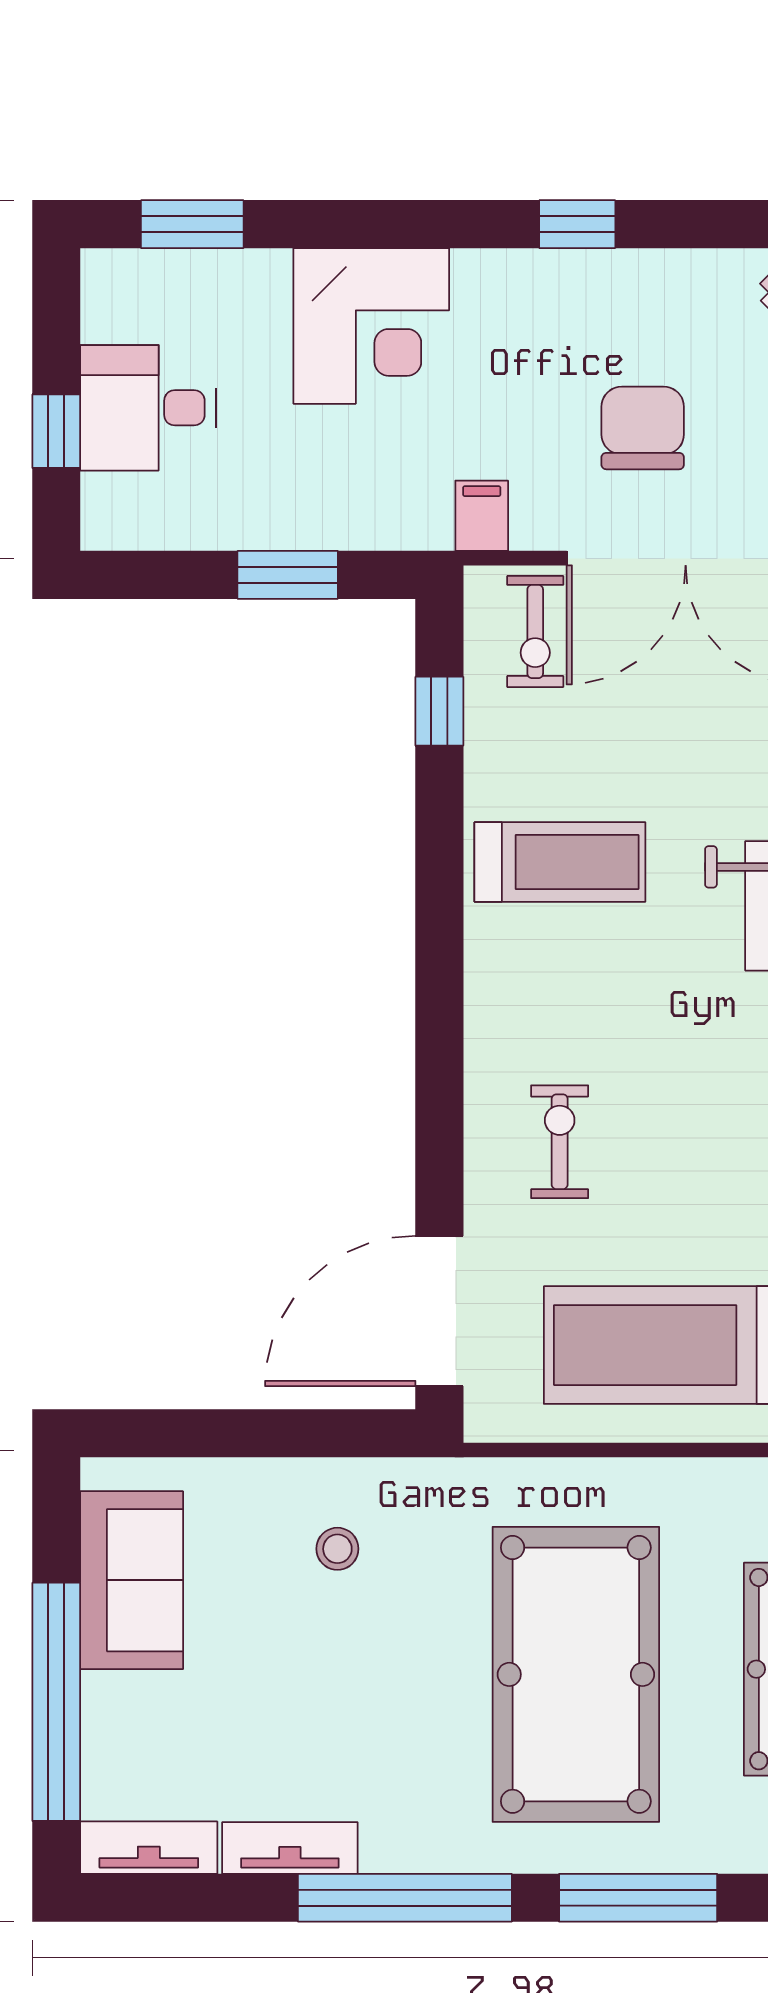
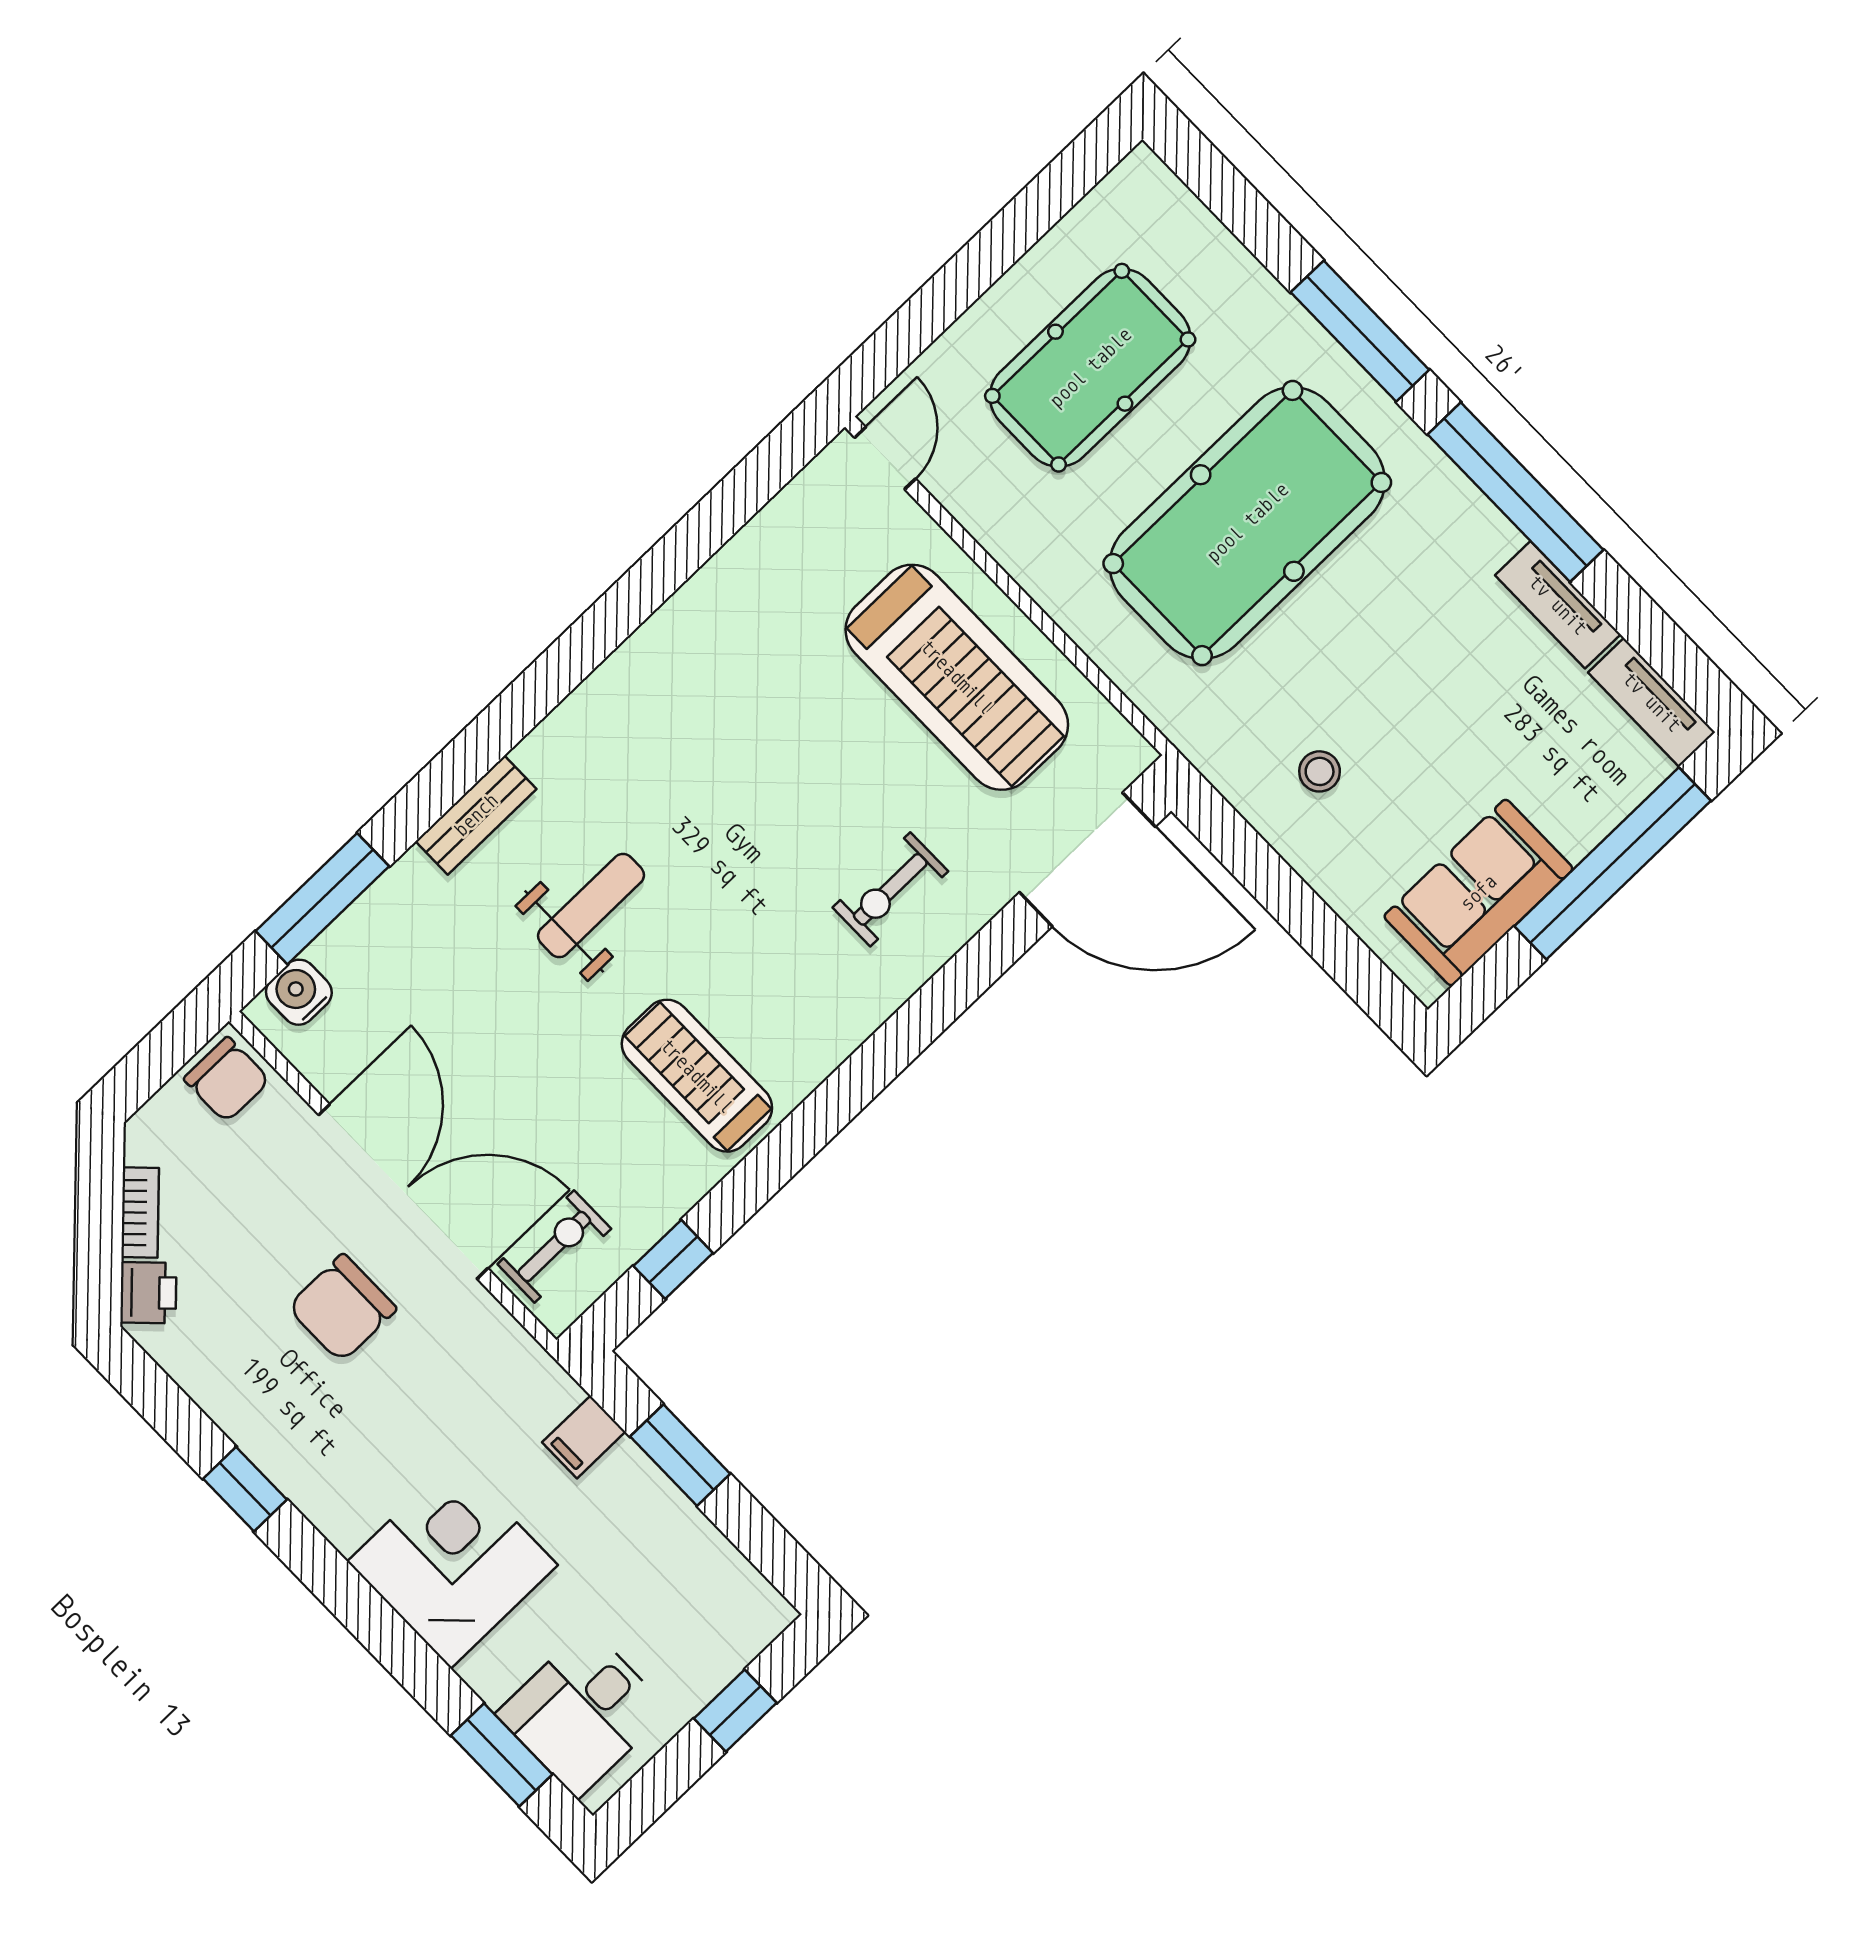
desk: (148, 408) -> (583, 1712), moved, turned 90
filing cabinet: (482, 516) -> (584, 1437), moved

